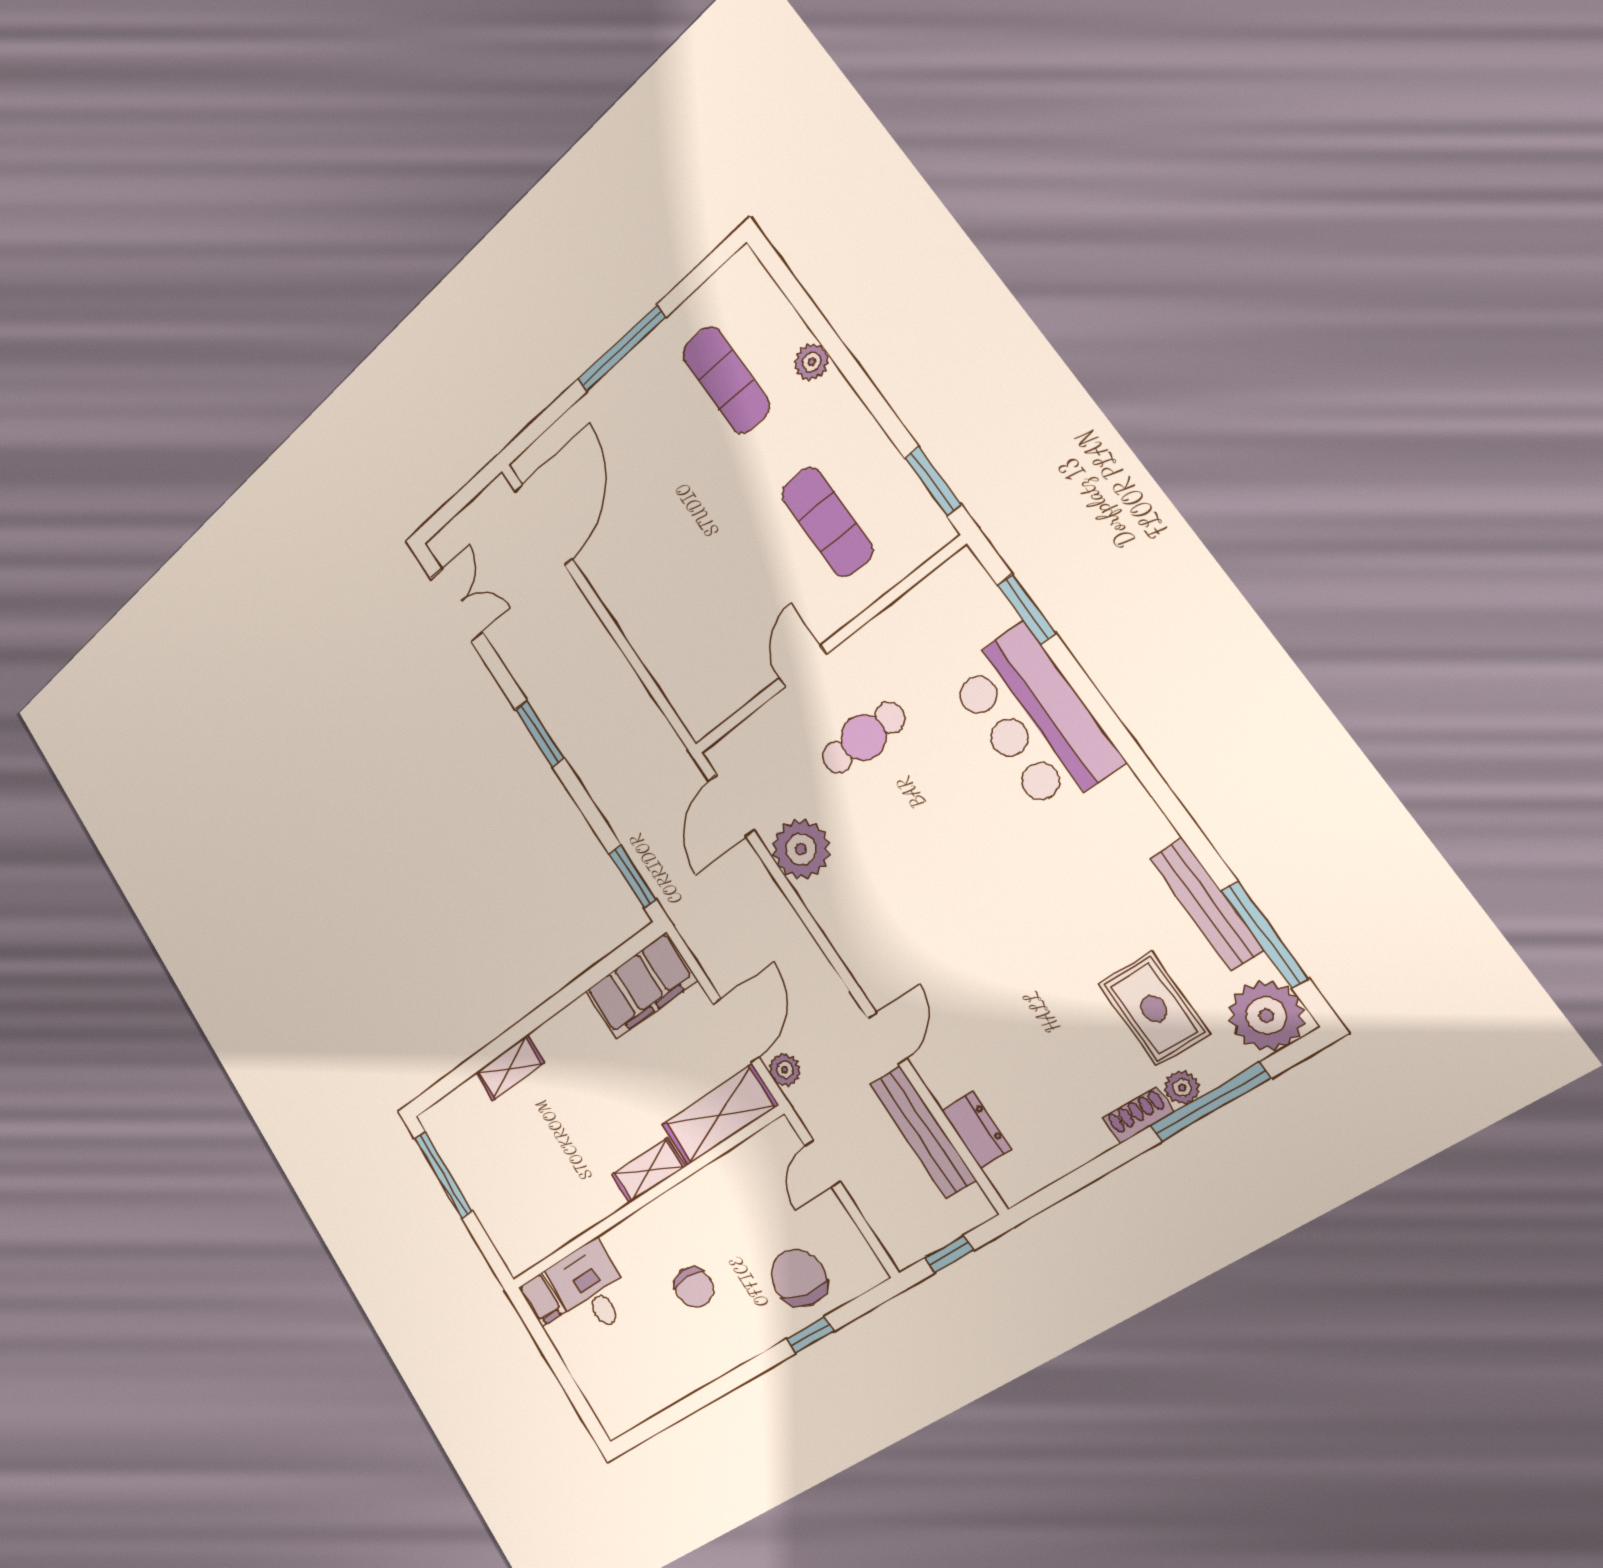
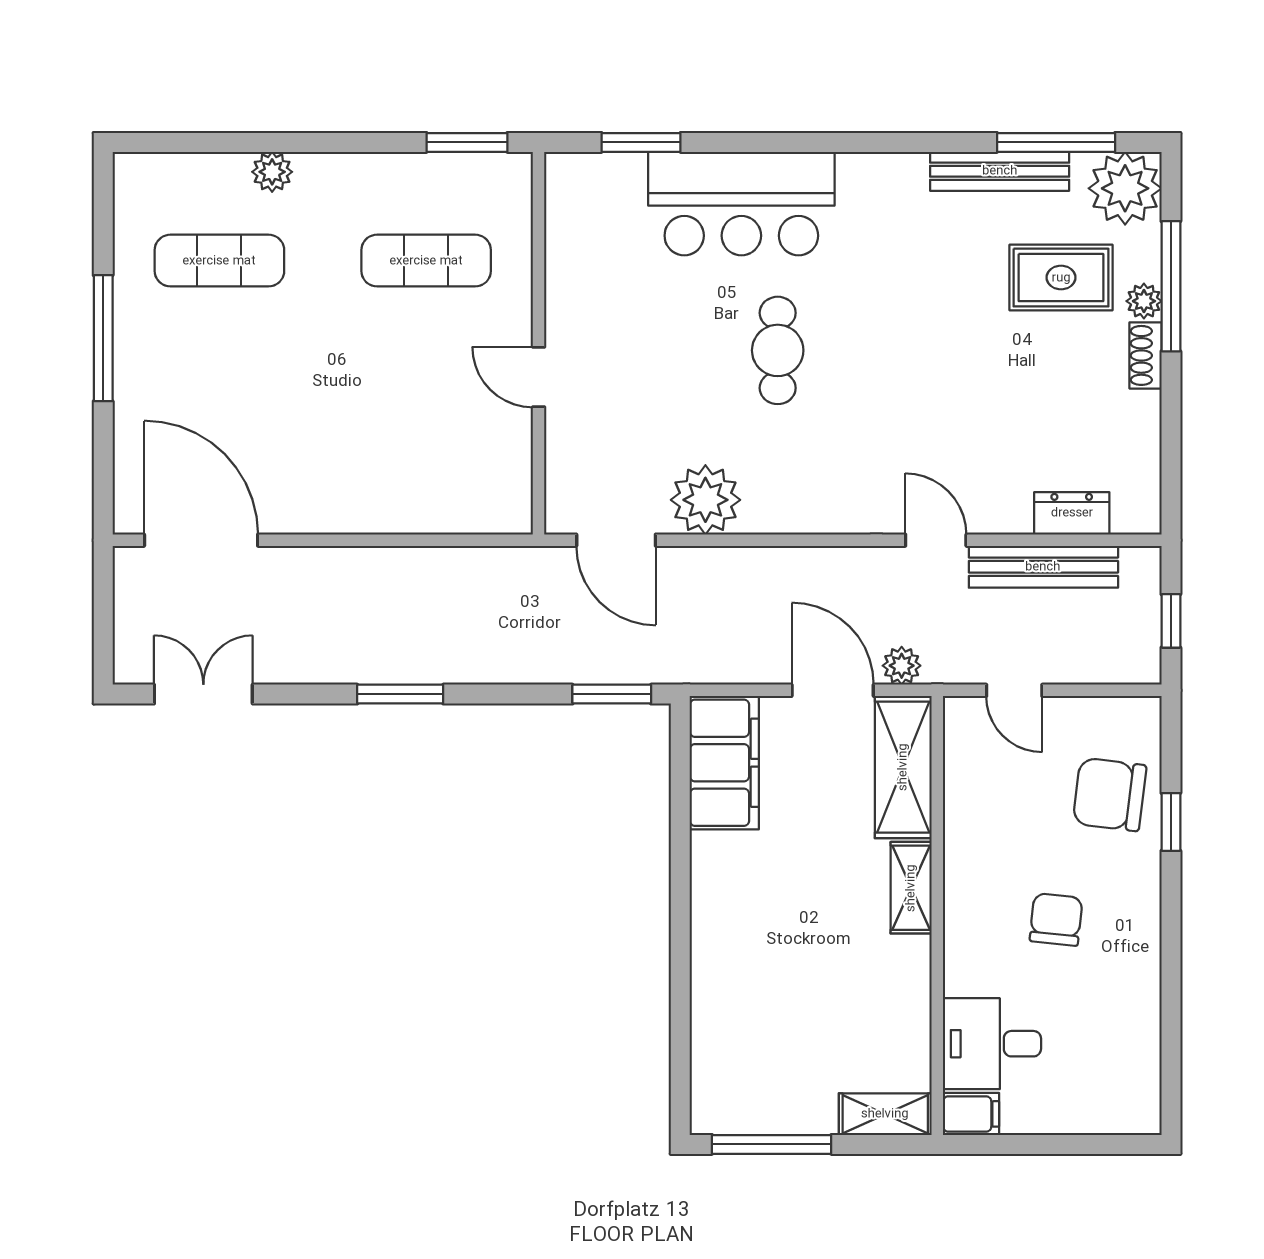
cafe table: (863, 738) -> (778, 350), moved
shelving: (510, 1068) -> (885, 1114), moved, turned 90
chair: (694, 1287) -> (1056, 919), turned -84

